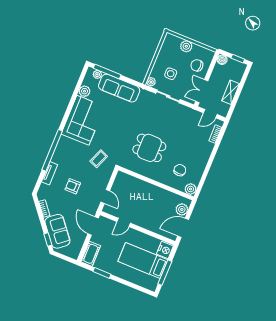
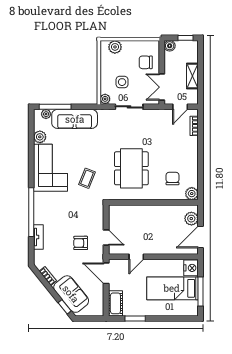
plant: (186, 46) -> (115, 47), moved
dining table: (149, 148) -> (131, 168), width x1.38
coffee table: (99, 159) -> (87, 178), moved
armchair: (73, 186) -> (81, 243), moved

